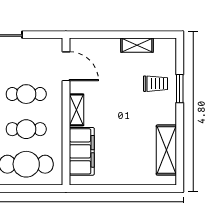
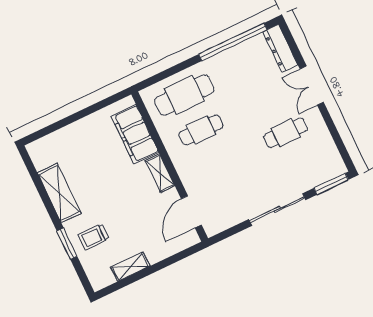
door: (66, 66) -> (191, 212), hinge flipped
cafe table: (26, 94) -> (218, 165), removed
shelving: (166, 150) -> (59, 193), moved

